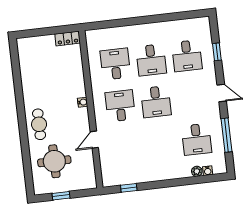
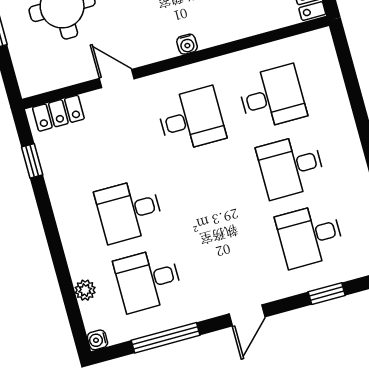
desk: (156, 102) -> (129, 211), moved
locker: (107, 171) -> (58, 113), added
water cooler: (208, 171) -> (97, 340), moved

